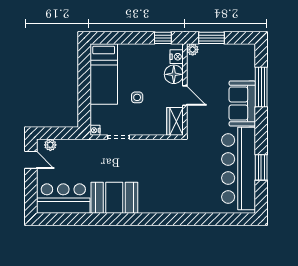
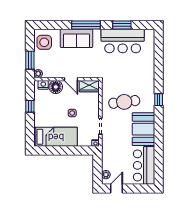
window: (163, 38) -> (30, 106), moved
side table: (237, 58) -> (44, 42), added
window: (261, 87) -> (86, 25), moved
door: (185, 96) -> (71, 79), swing flipped
bar counter: (239, 169) -> (123, 41), width x0.73
cafe table: (153, 171) -> (124, 102), added
window: (156, 219) -> (159, 100), added

